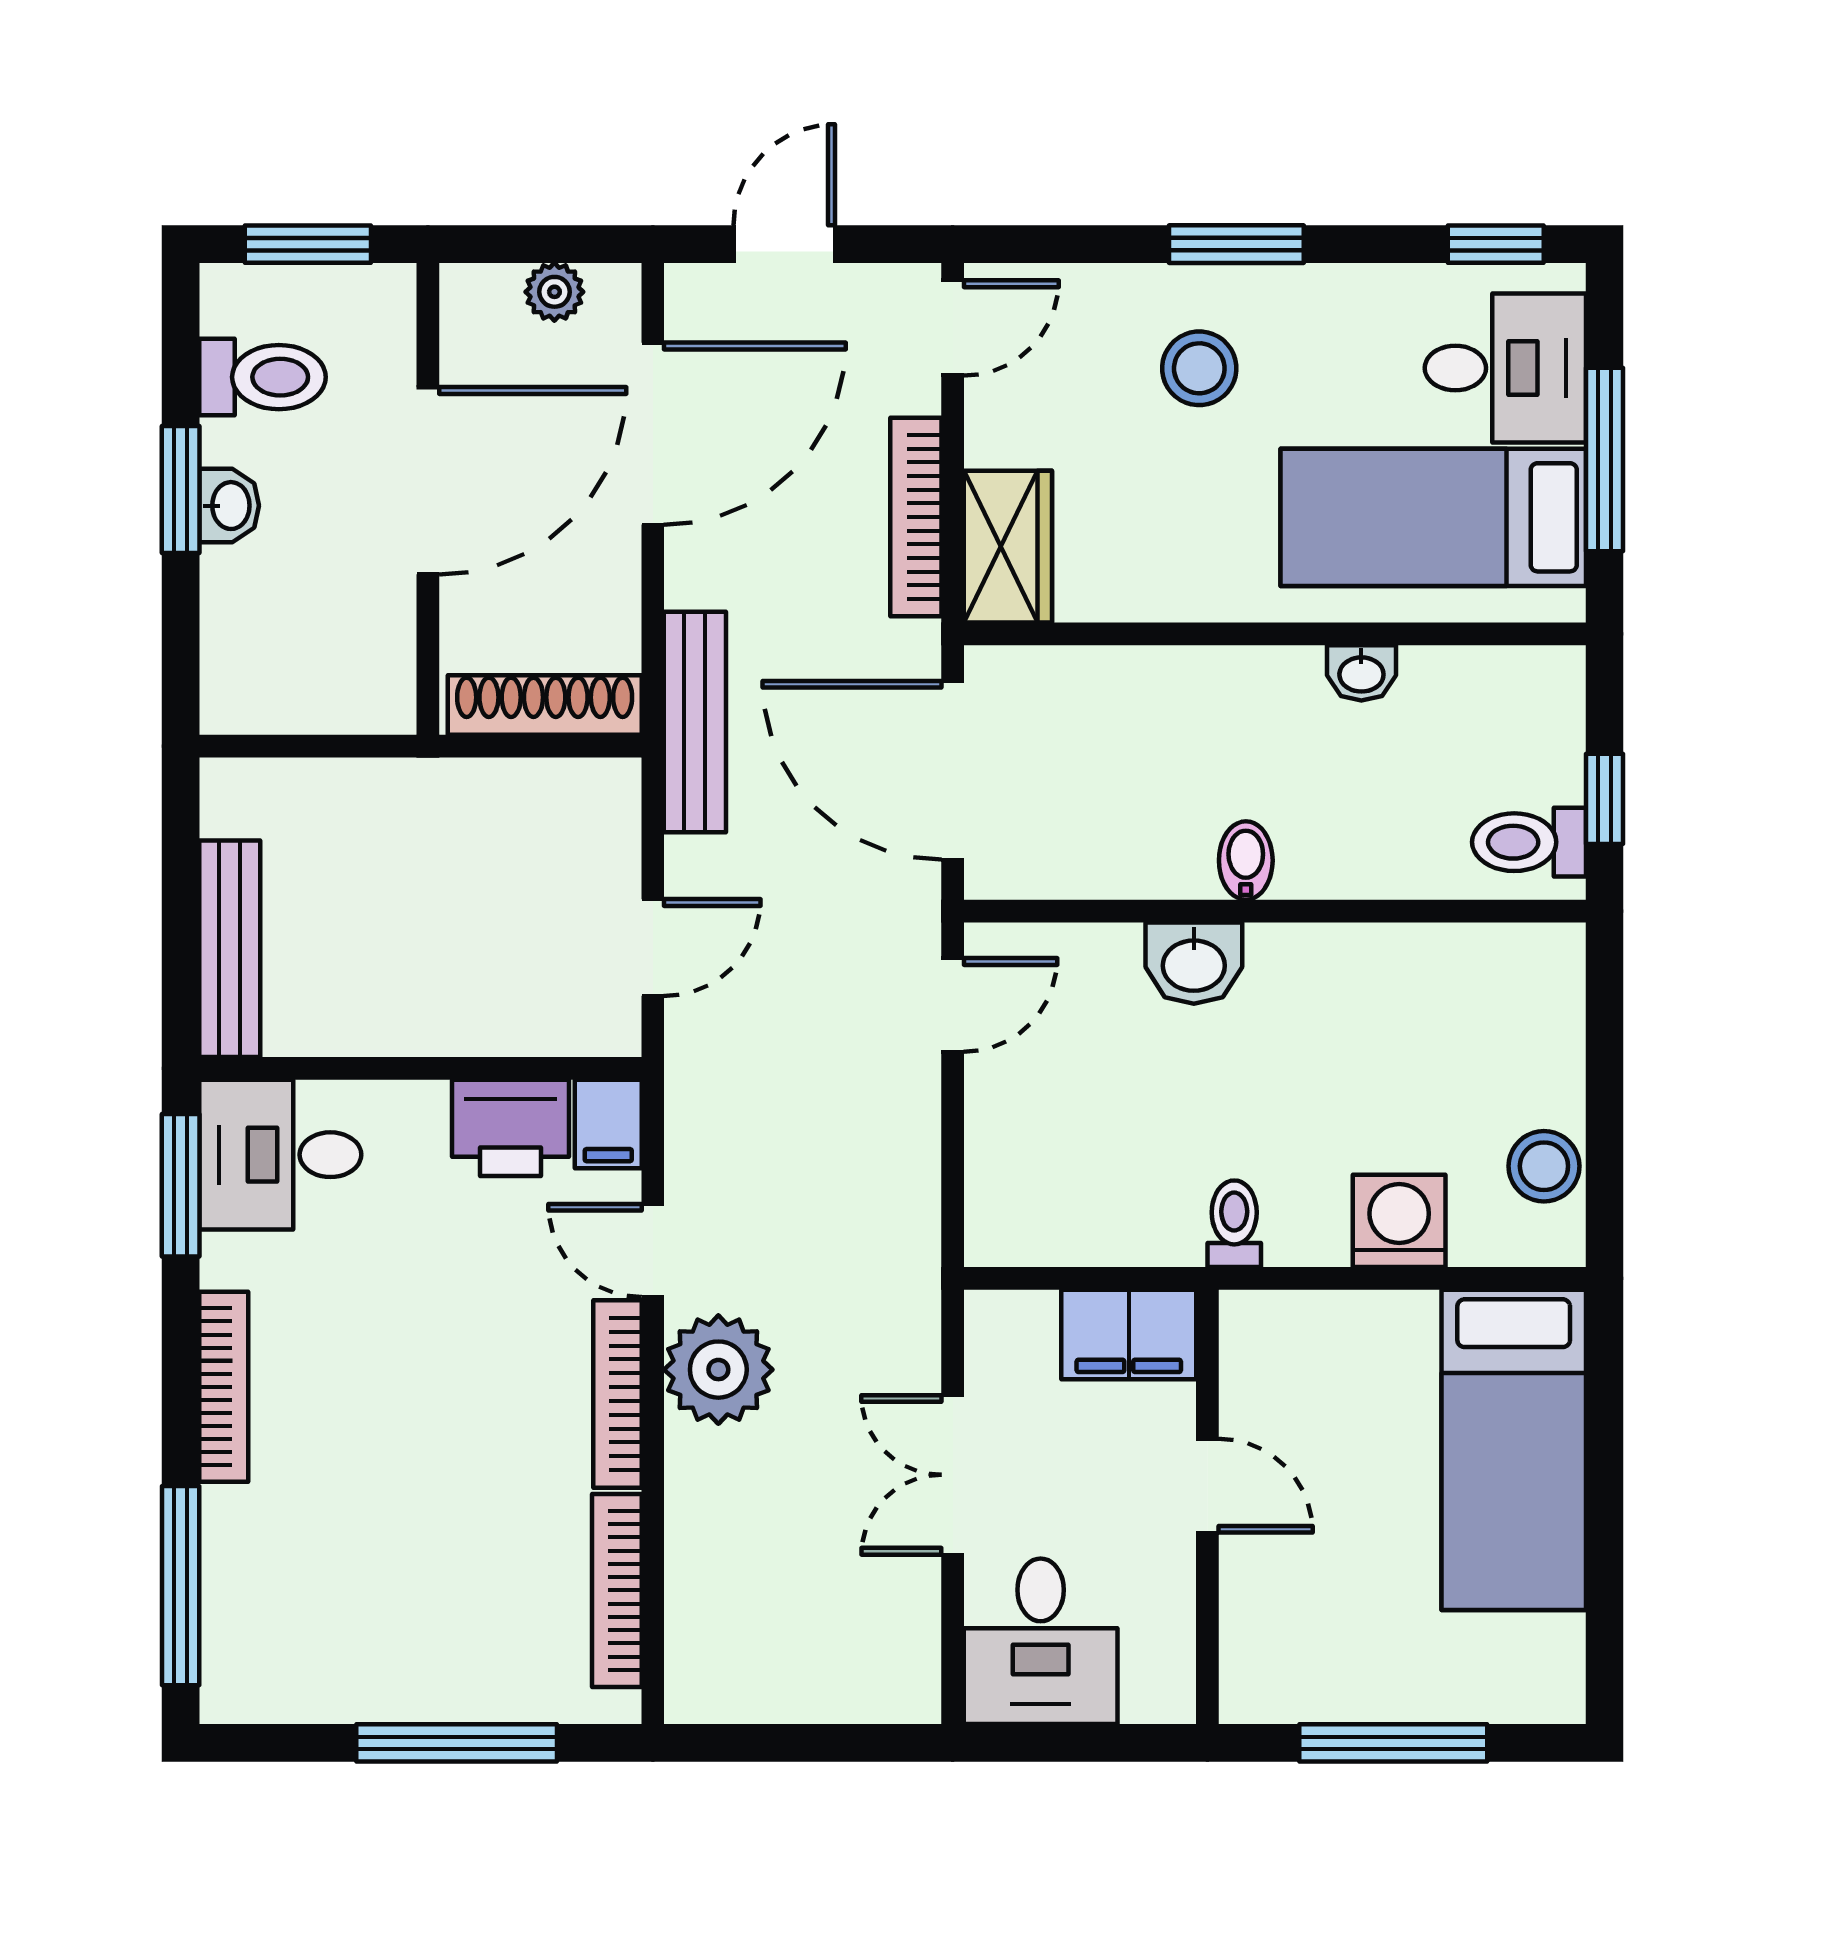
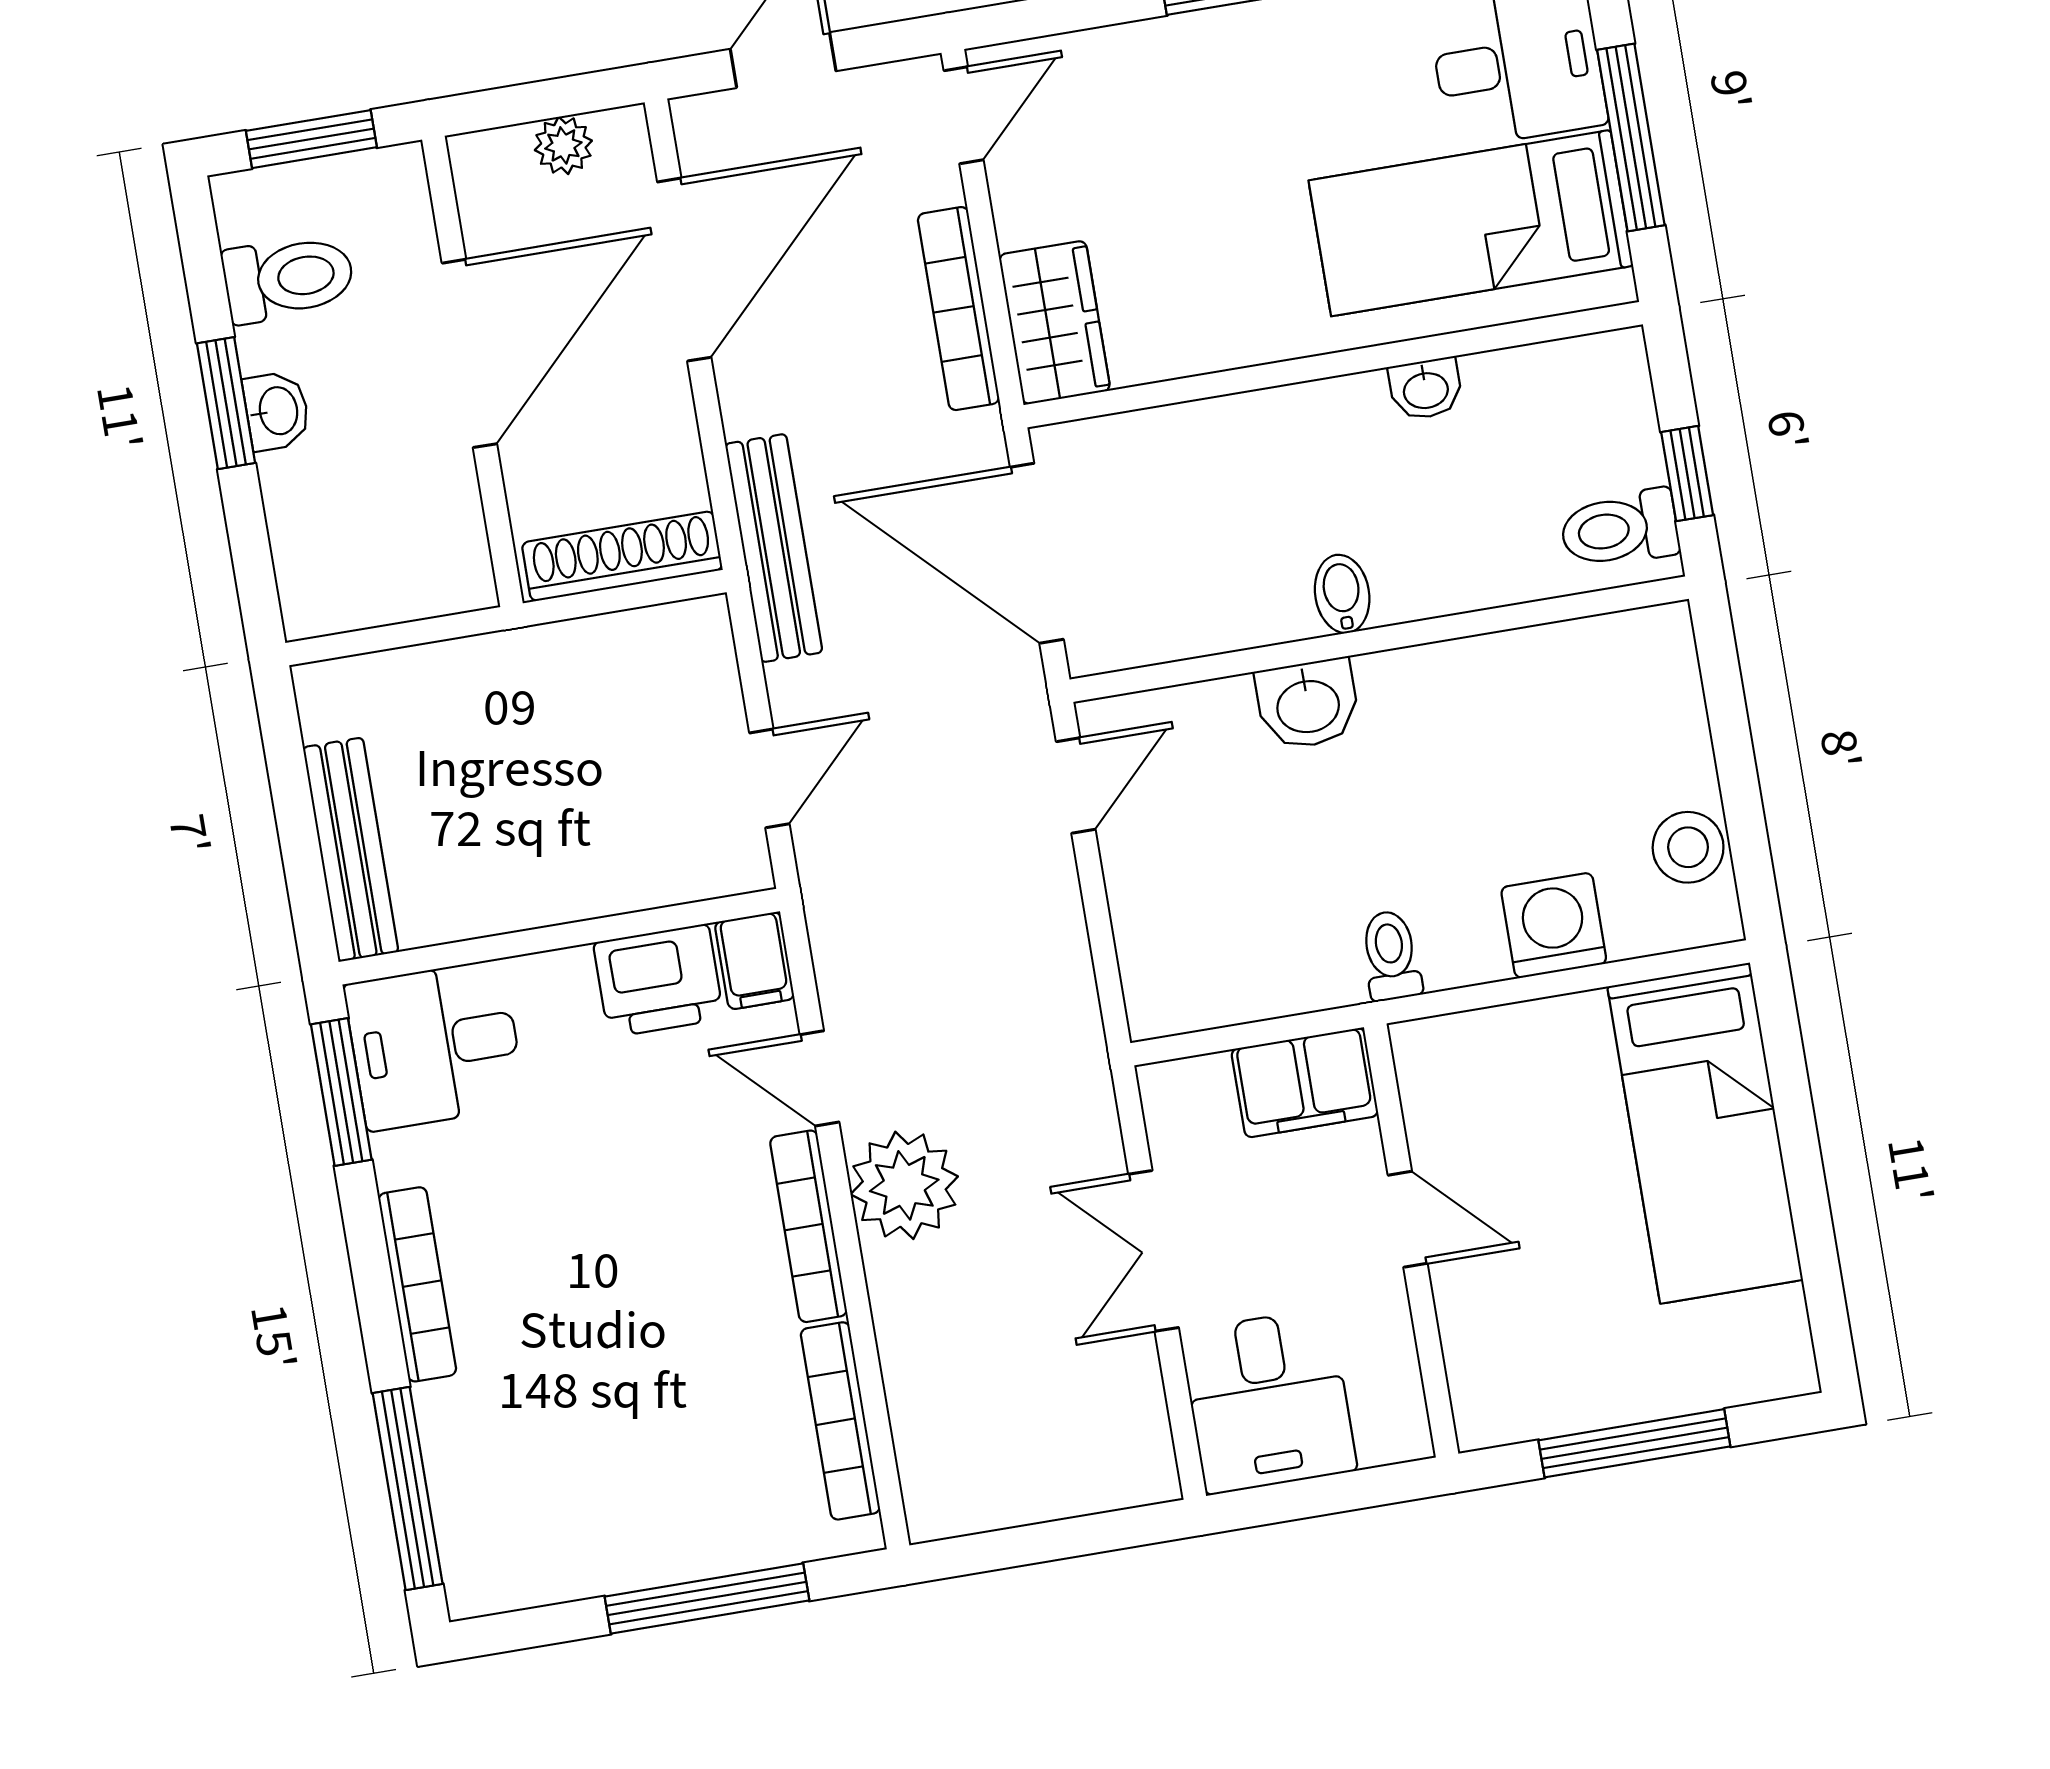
stool: (1199, 368) -> (1215, 114), removed

